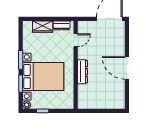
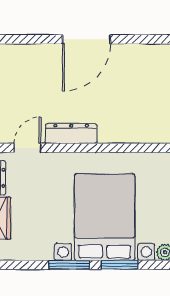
door: (76, 40) -> (28, 148), hinge flipped
dresser: (83, 72) -> (71, 134), moved

